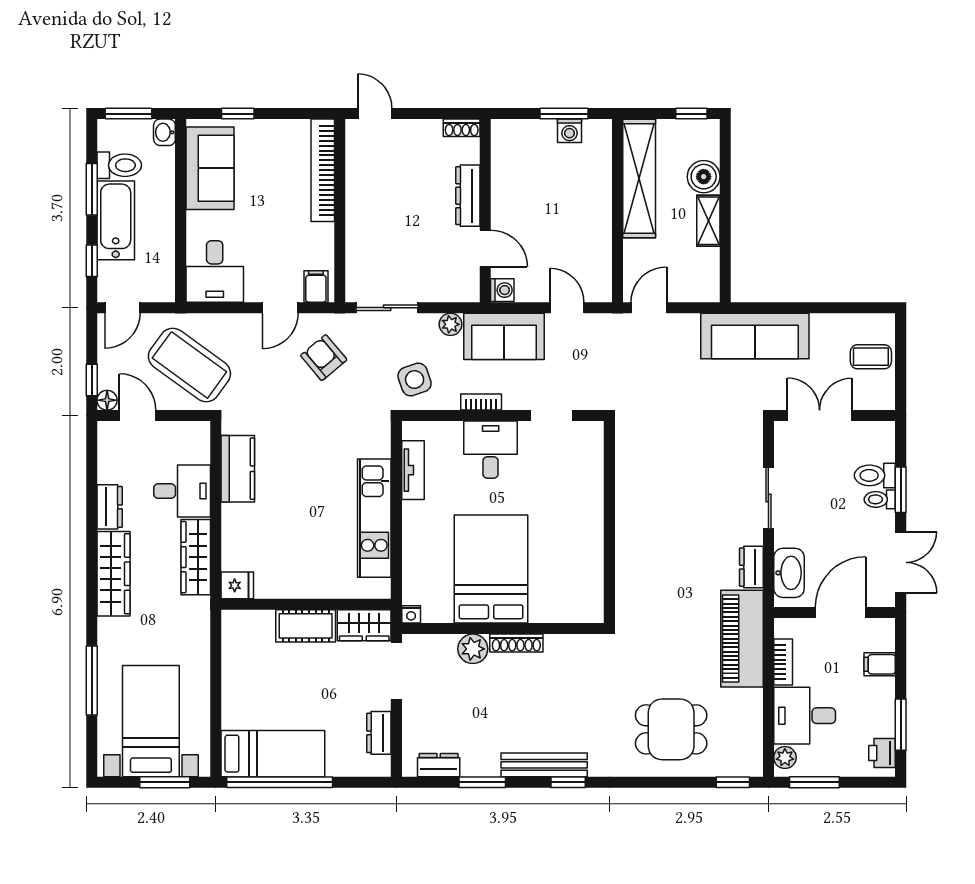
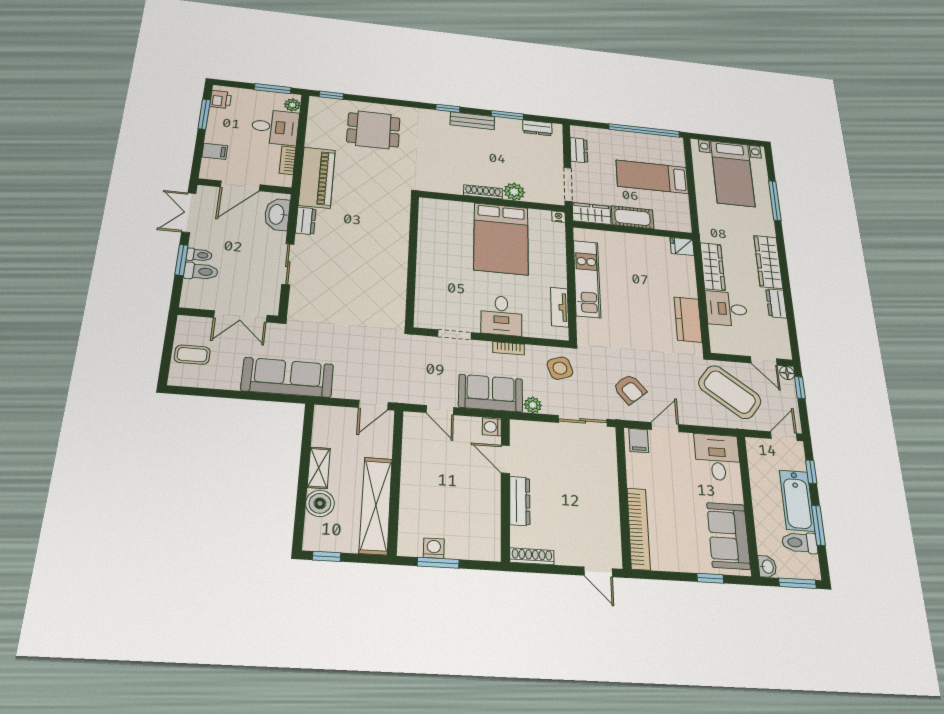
shoe rack: (462, 128) -> (532, 556), width x1.43
bed: (273, 754) -> (652, 177), moved
bench: (544, 765) -> (472, 121), width x0.73
window: (165, 782) -> (720, 139), removed

